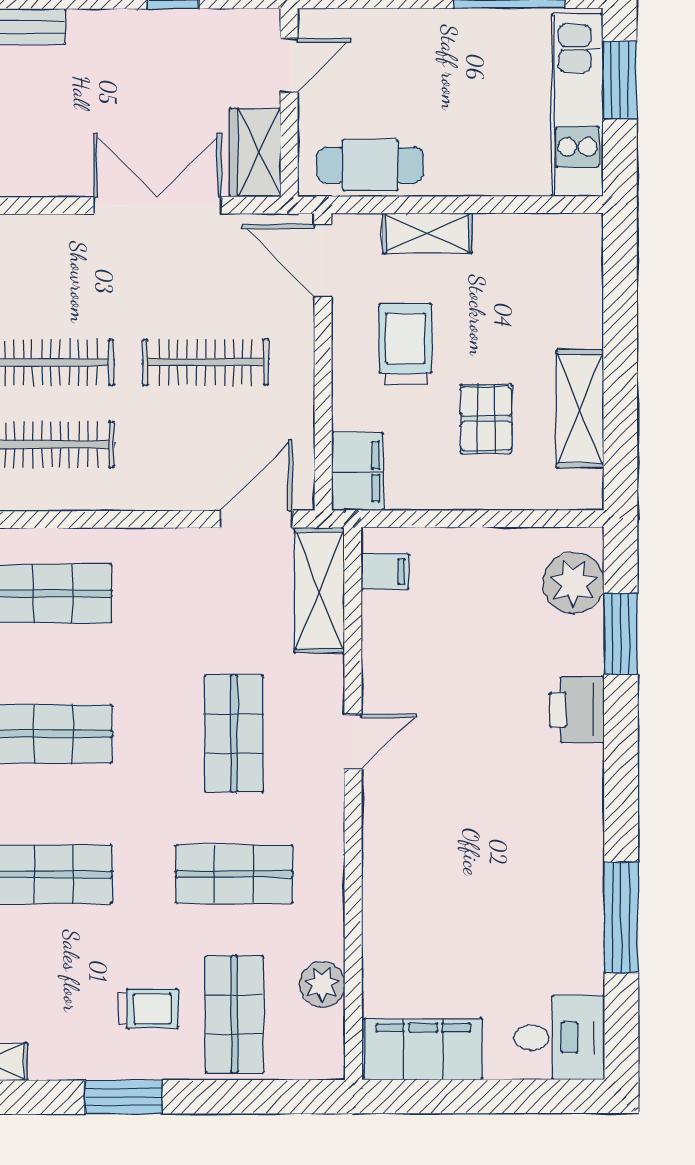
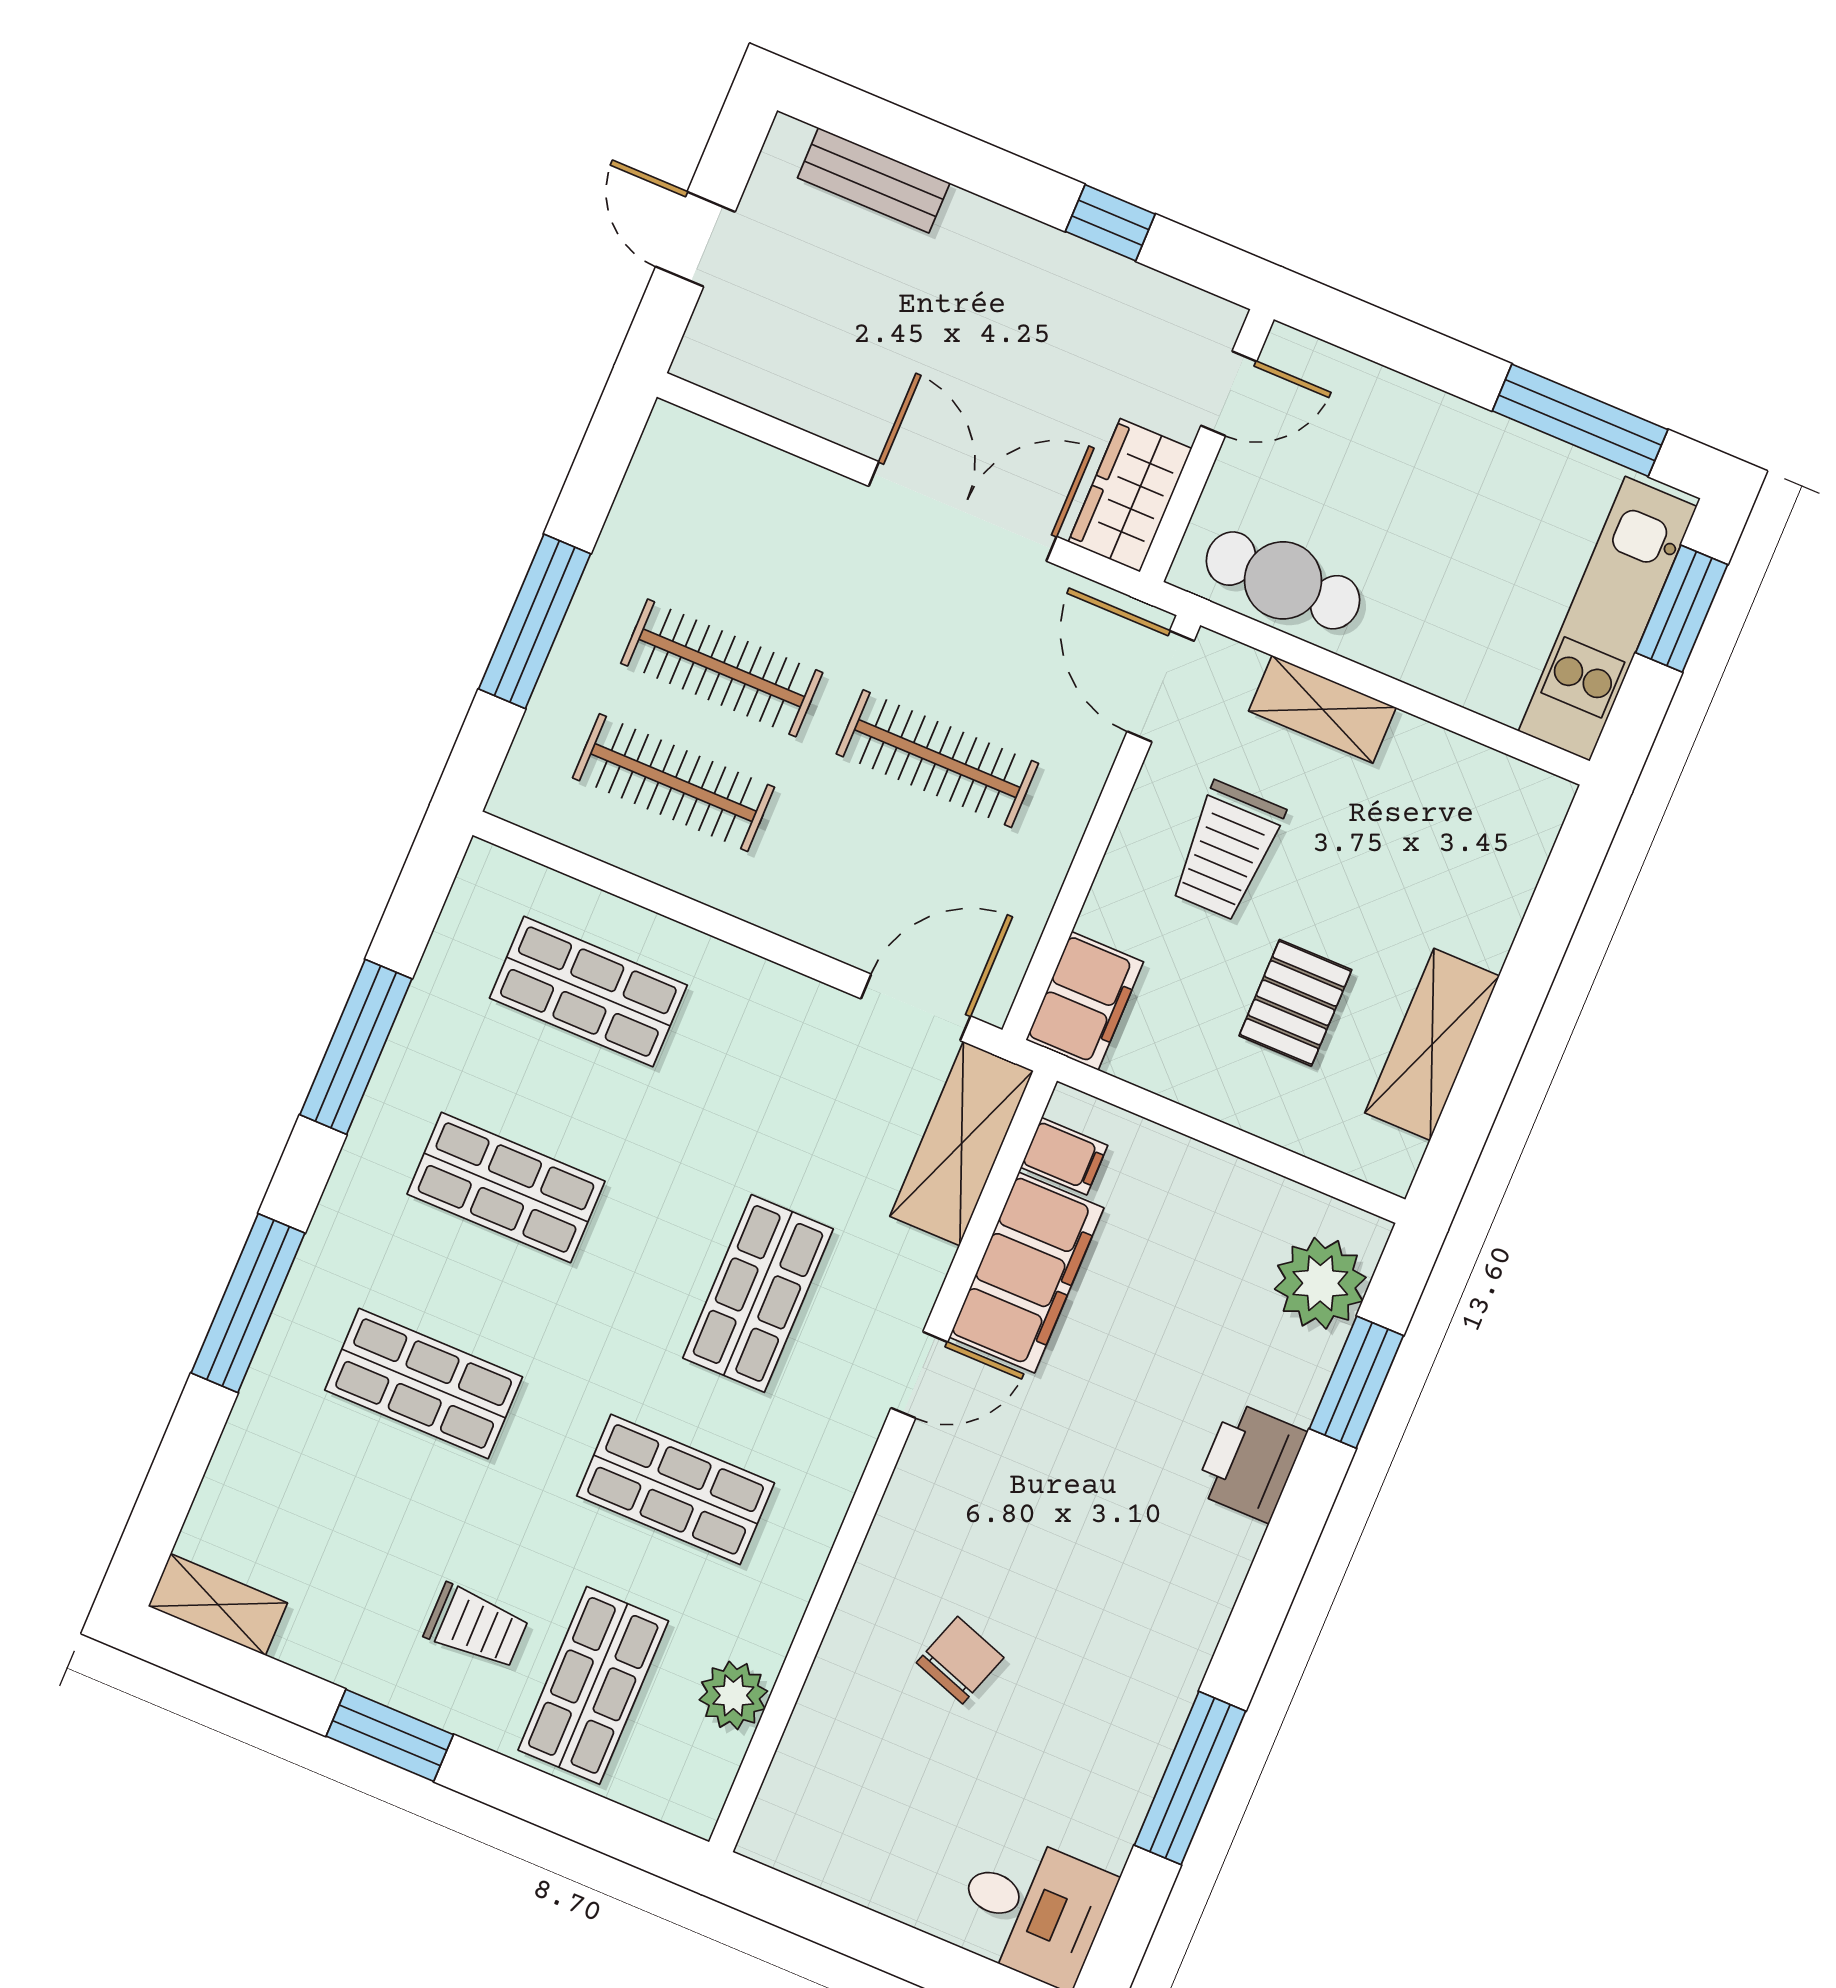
trolley: (405, 344) -> (1227, 851), turned 180
chair: (451, 905) -> (960, 1660), added
filing cabinet: (423, 1049) -> (1026, 1273), moved, turned 90

